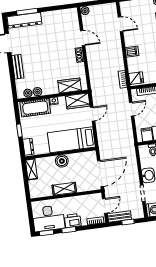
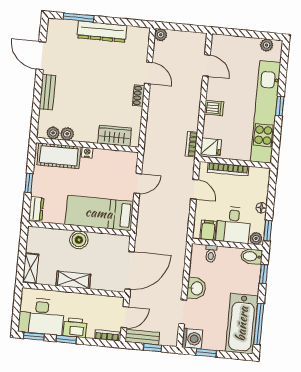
dresser: (24, 20) -> (102, 32), moved
wardrobe: (78, 101) -> (121, 160), removed
door: (132, 109) -> (195, 189), hinge flipped
shelving: (31, 169) -> (31, 268), moved

